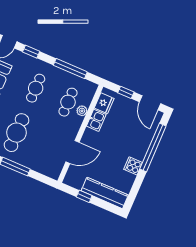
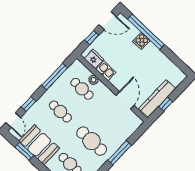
cooker: (133, 166) -> (141, 41), moved
kitchen counter: (105, 193) -> (157, 99), moved

